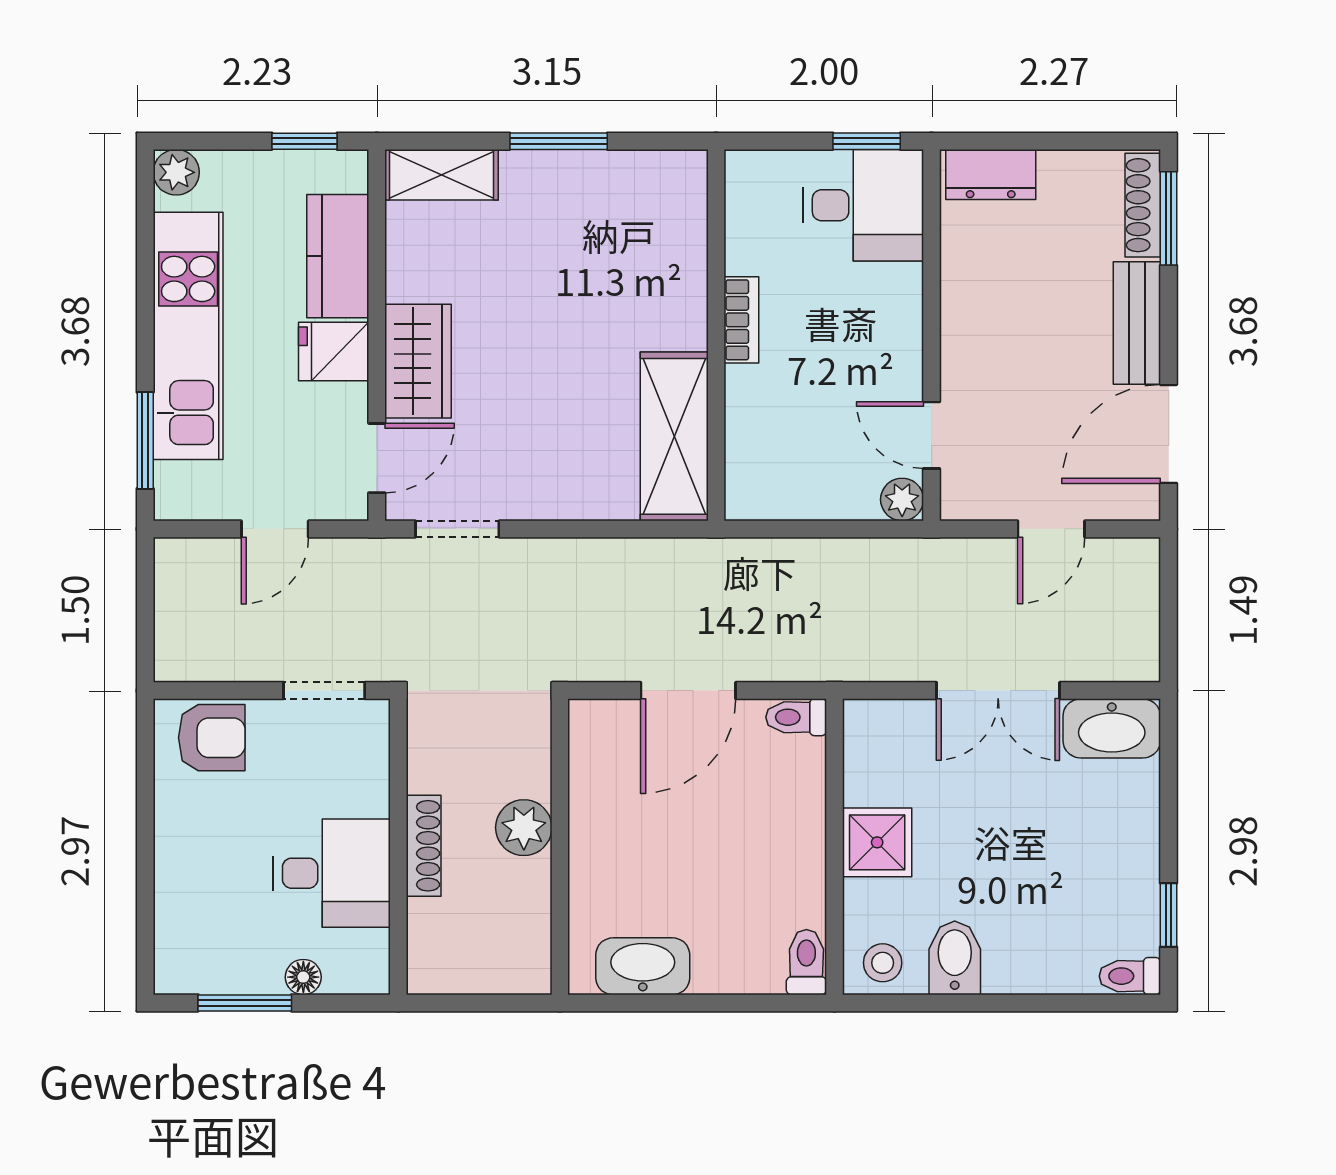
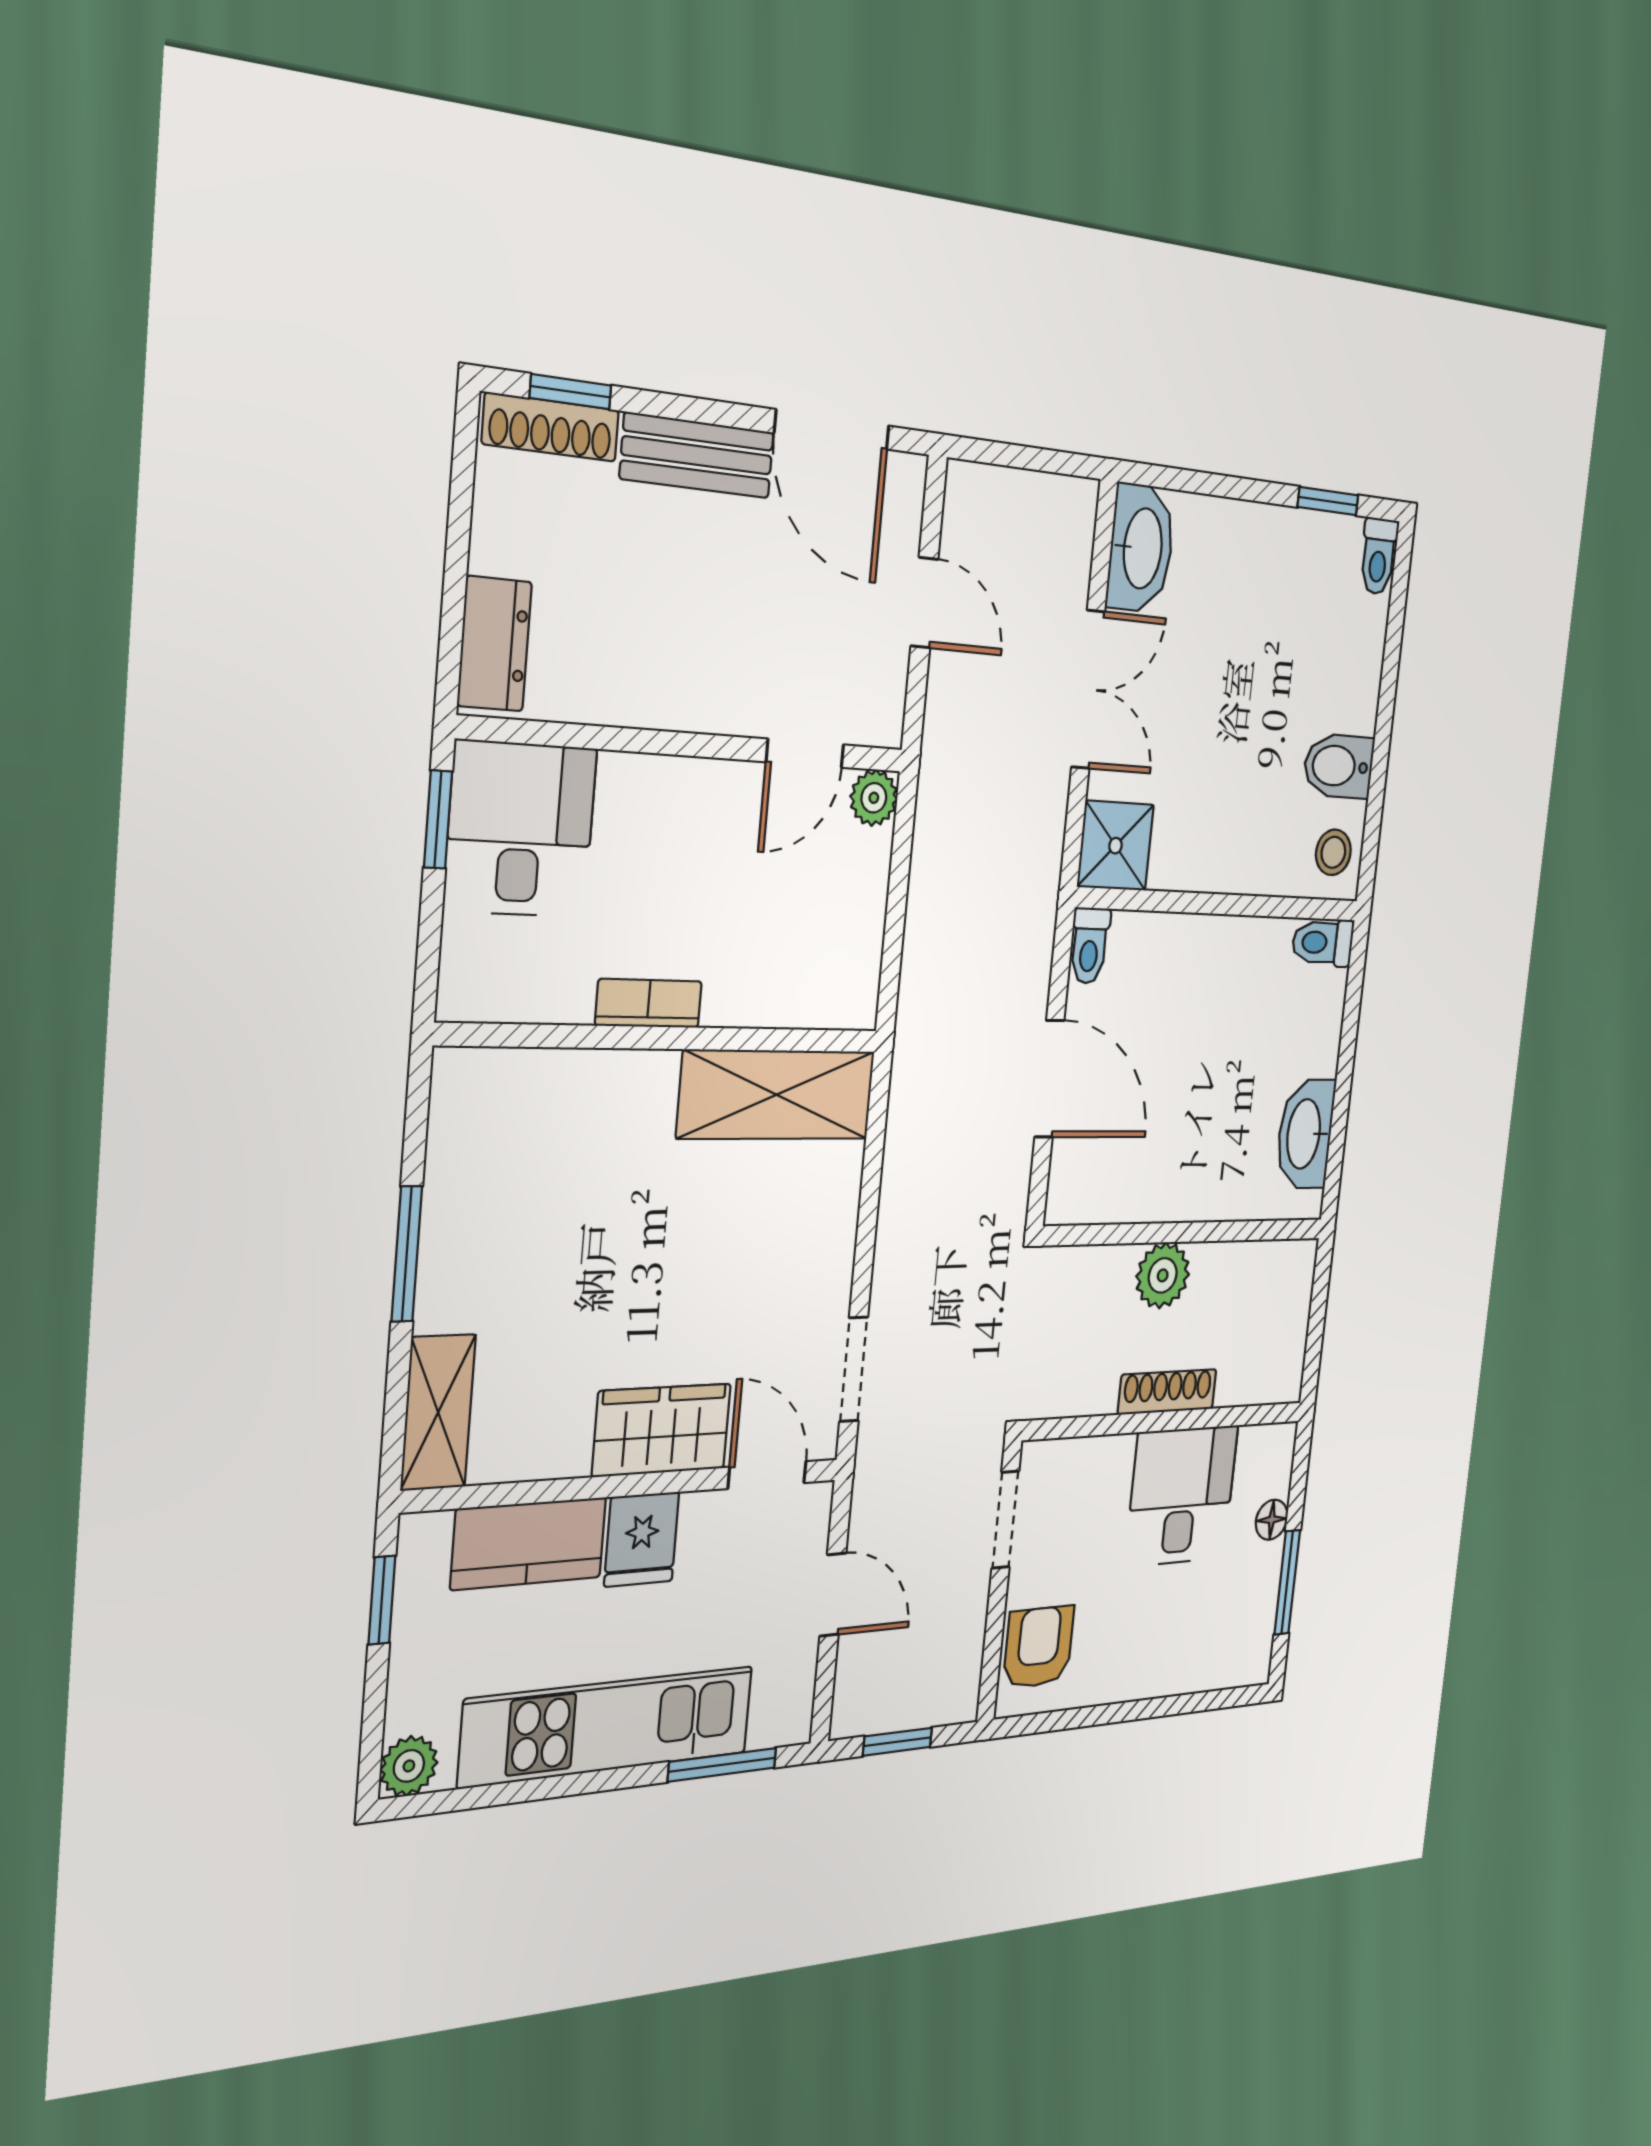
window: (1169, 218) -> (571, 392), width x0.67
window: (145, 605) -> (898, 1742), added
shower: (877, 842) -> (1116, 846), moved

